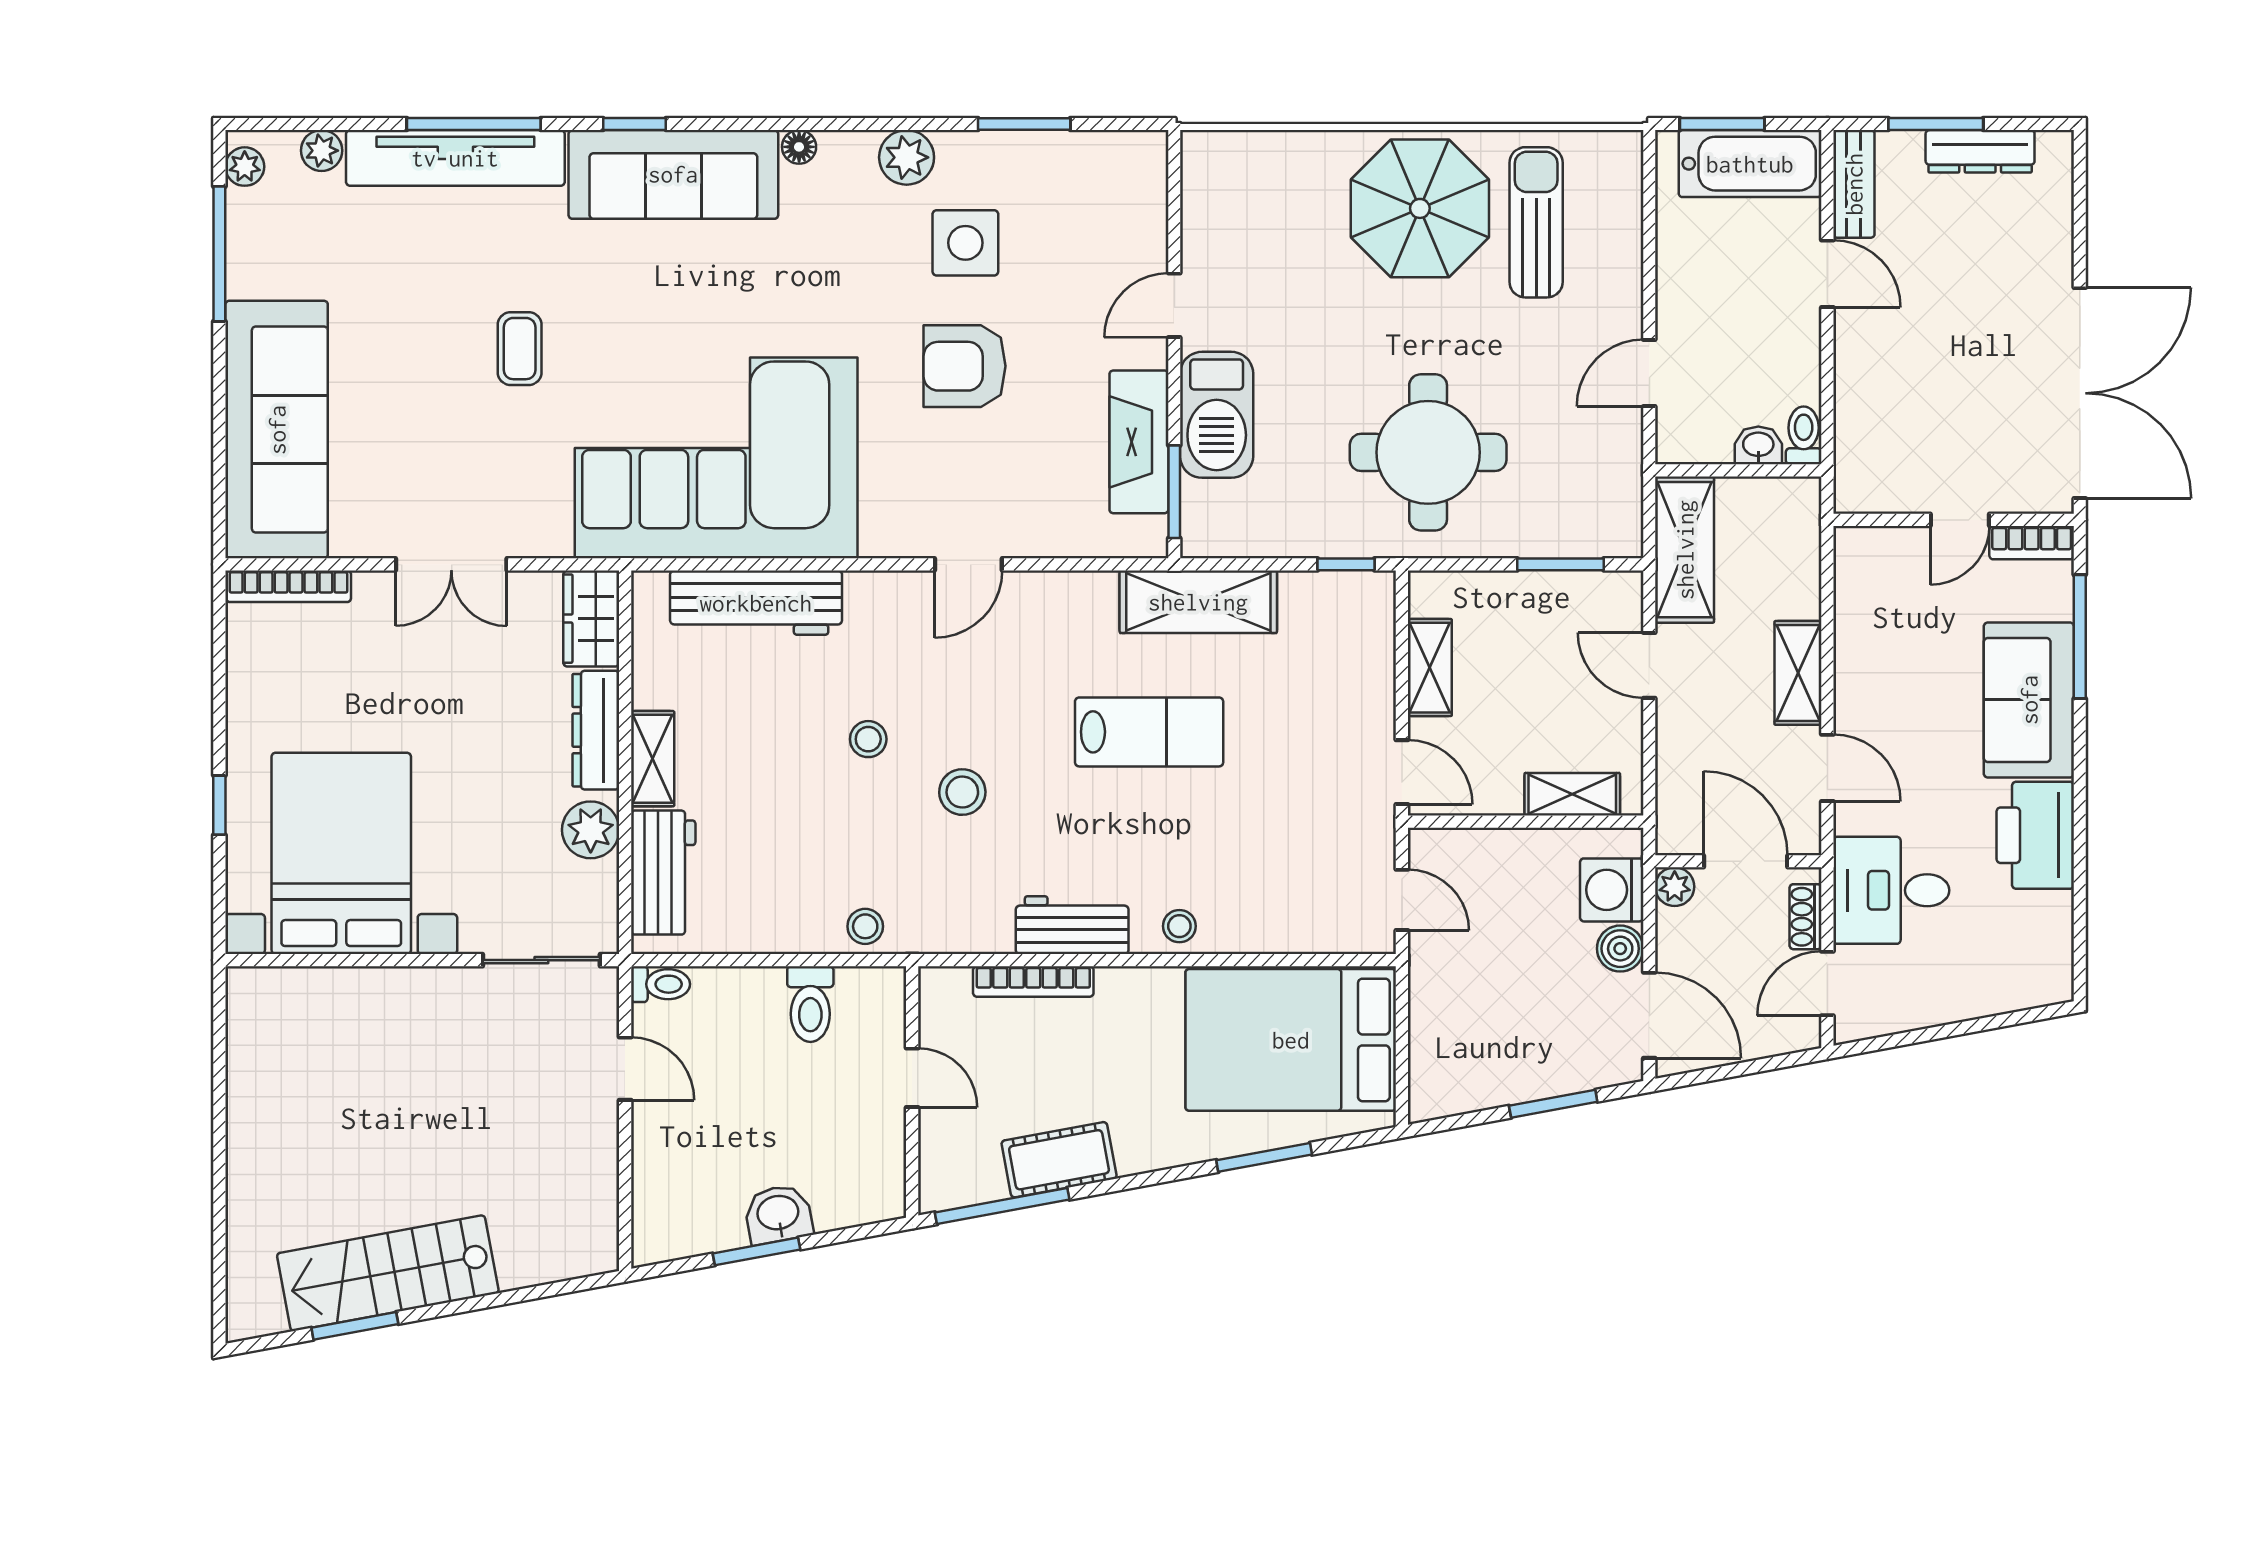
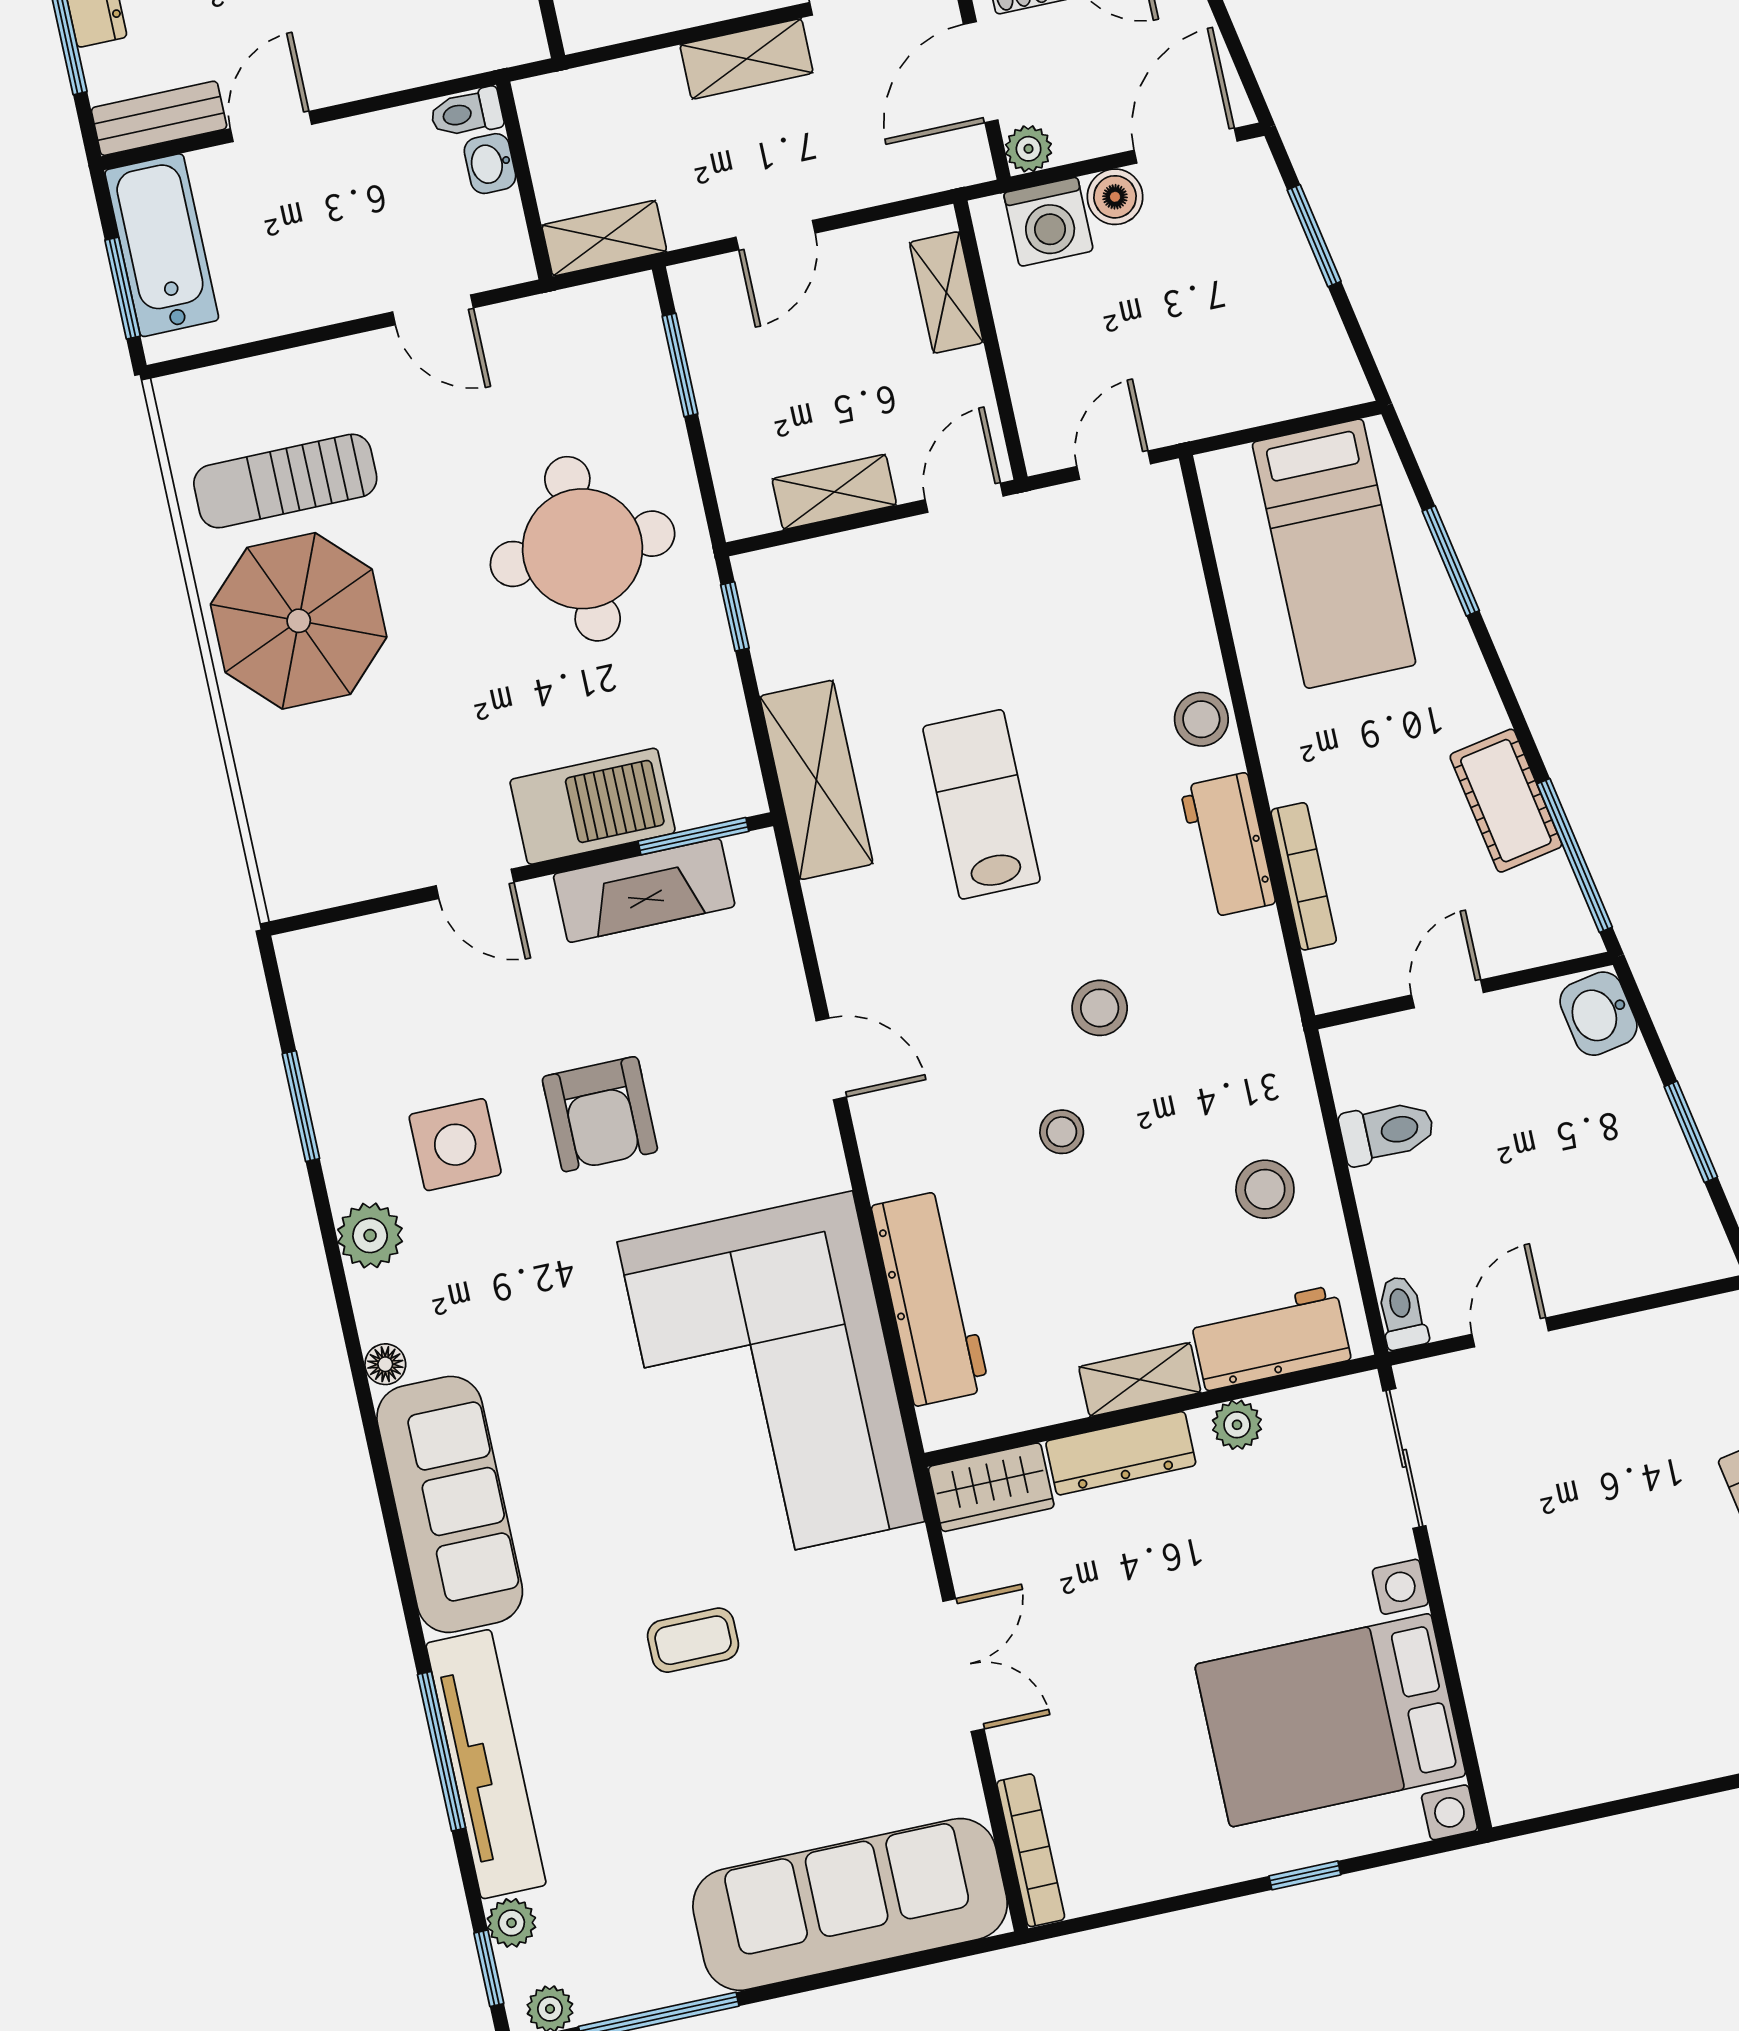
window: (634, 124) -> (489, 1968), moved
shelving: (1685, 550) -> (604, 238), width x0.67, depth x0.75
plant: (591, 830) -> (1237, 1425), width x0.73, depth x0.73
stool: (865, 926) -> (1265, 1189), moved, width x1.37, depth x1.37
stool: (1179, 926) -> (1201, 719), width x1.37, depth x1.37
bed: (1291, 1040) -> (1334, 554), width x0.67
washbasin: (778, 1214) -> (1598, 1014), moved

